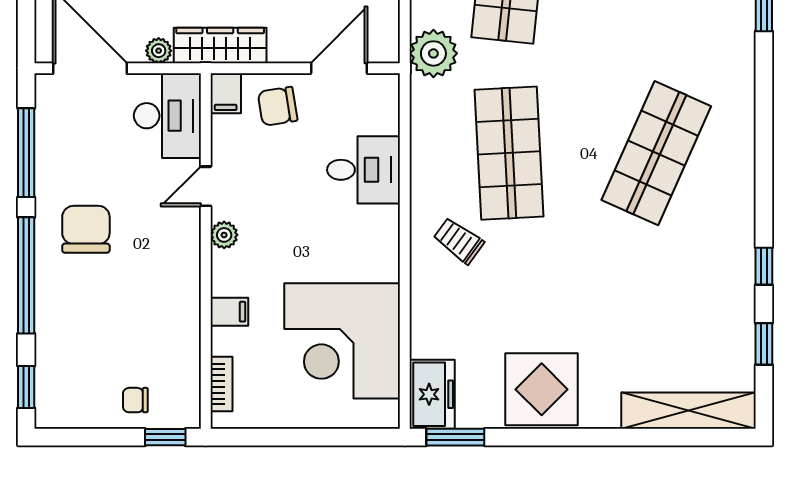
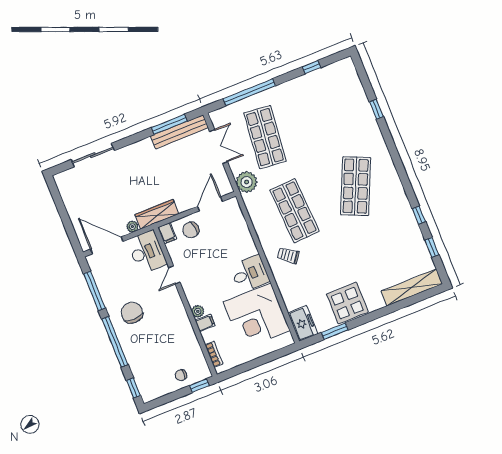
desk: (363, 170) -> (250, 274), moved
plant: (224, 235) -> (198, 311), moved
window: (455, 437) -> (335, 331), moved

